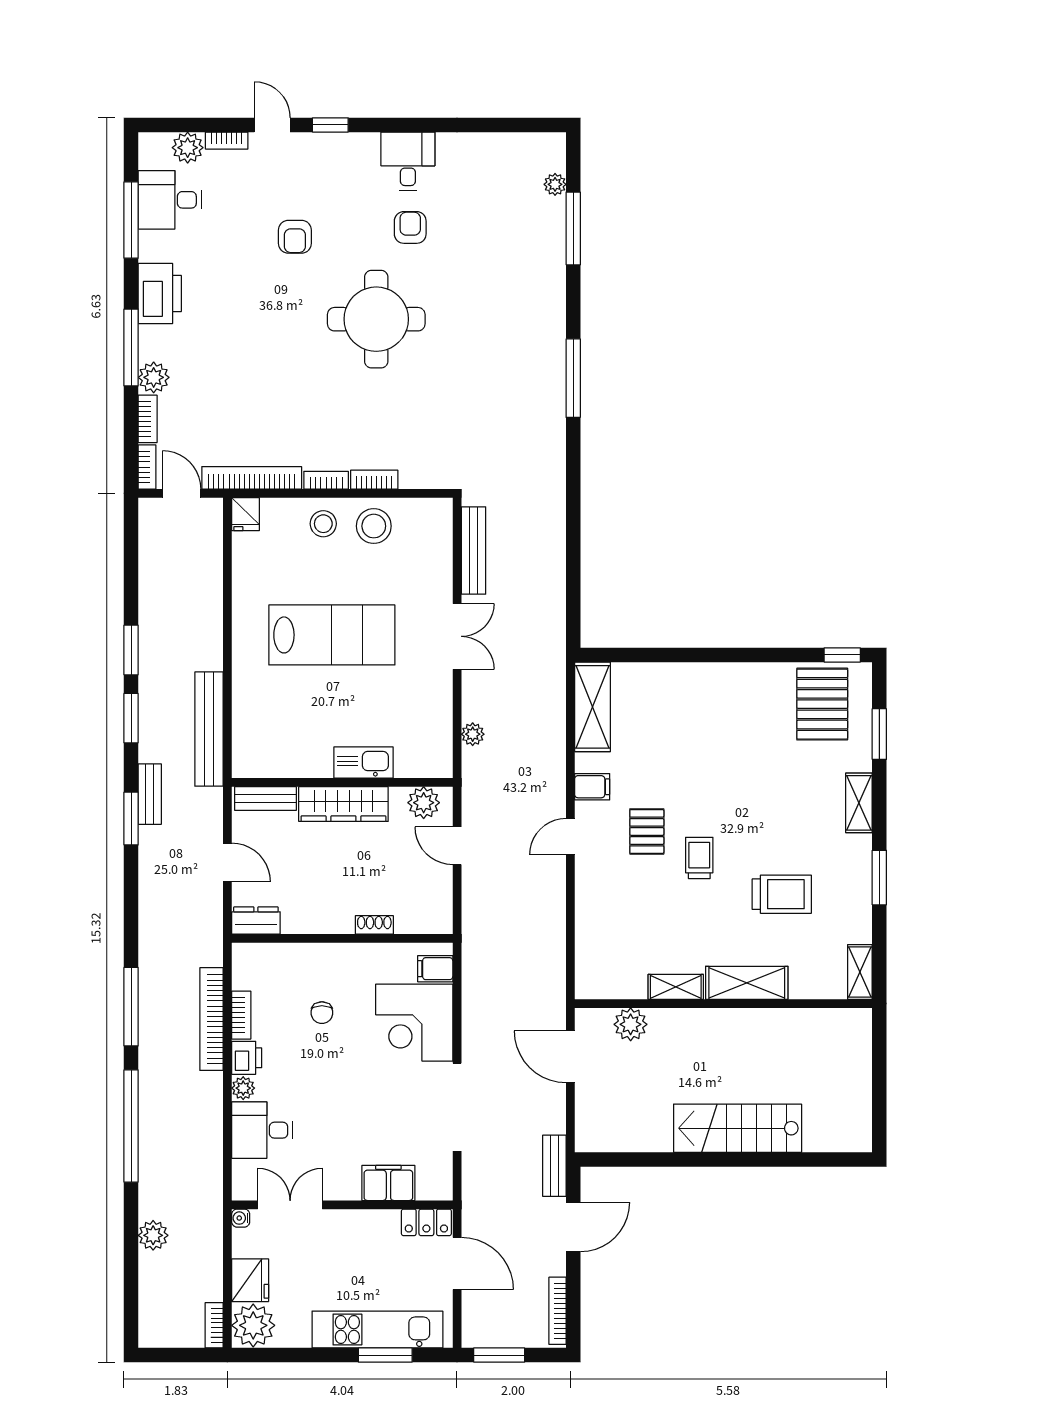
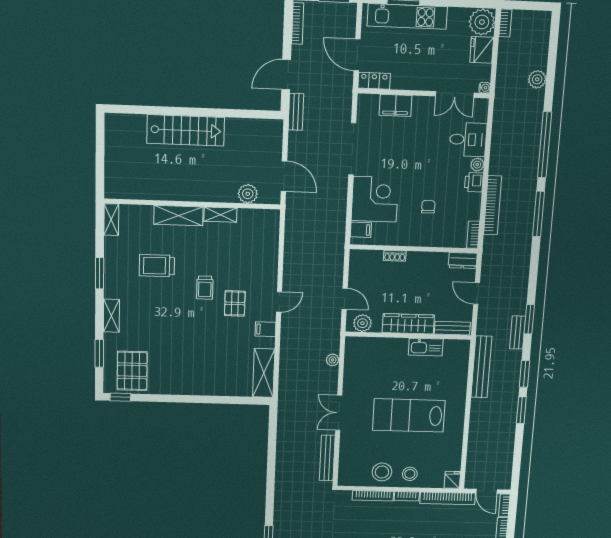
bookcase: (374, 480) -> (373, 496), width x1.56
kitchen sink: (363, 763) -> (426, 347), moved
bookcase: (241, 1015) -> (473, 235), moved

